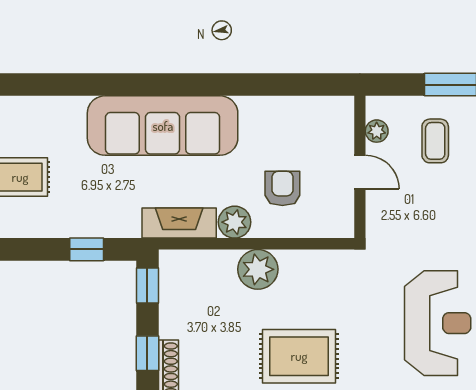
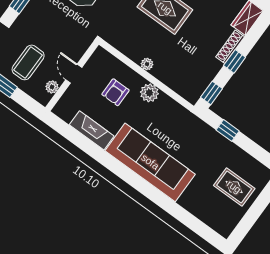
coffee table: (435, 141) -> (28, 62), width x1.36, depth x1.30
fireplace: (179, 223) -> (92, 130), moved, turned 180
plant: (258, 269) -> (147, 64), width x0.53, depth x0.53

